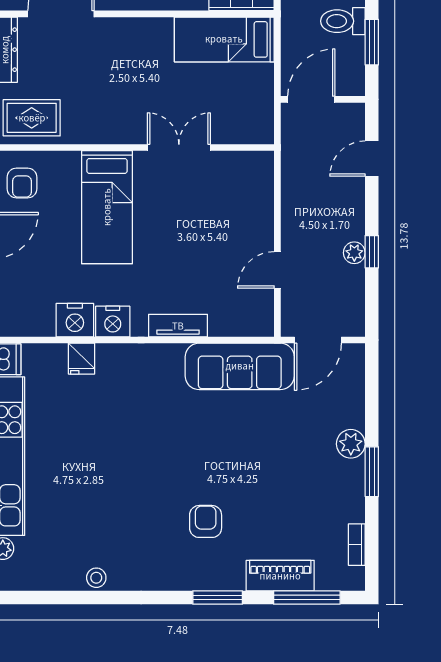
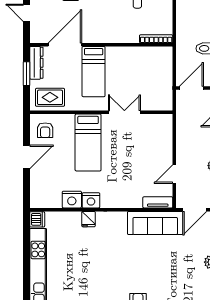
bed: (224, 39) -> (94, 72), moved, turned -90
tv unit: (178, 326) -> (158, 202), moved
fridge: (81, 359) -> (88, 219), moved

